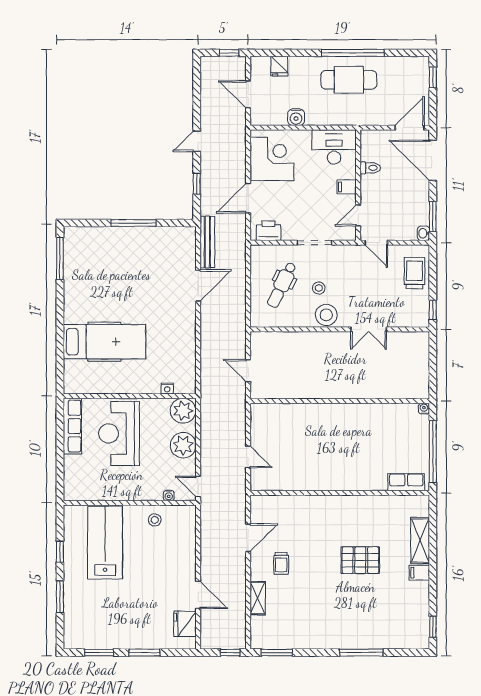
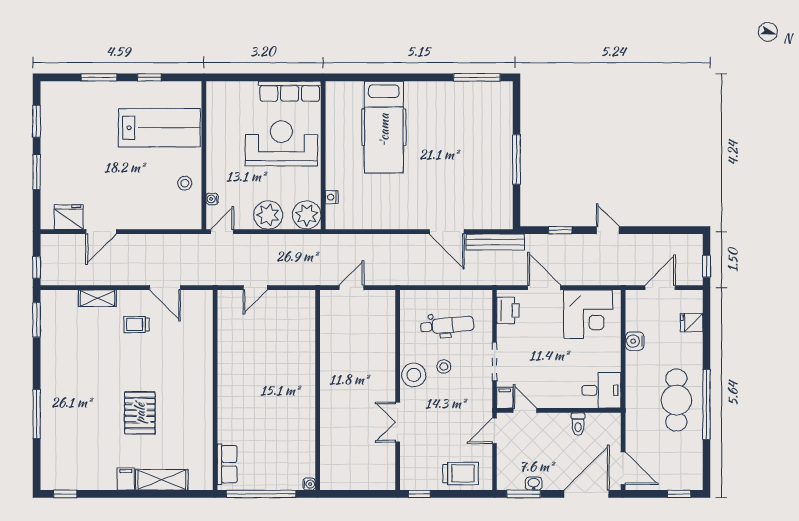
desk: (334, 147) -> (601, 390), width x0.73
filing cabinet: (347, 187) -> (505, 398), moved
washbasin: (424, 233) -> (534, 484), moved
dental chair: (282, 285) -> (447, 325), turned 149

